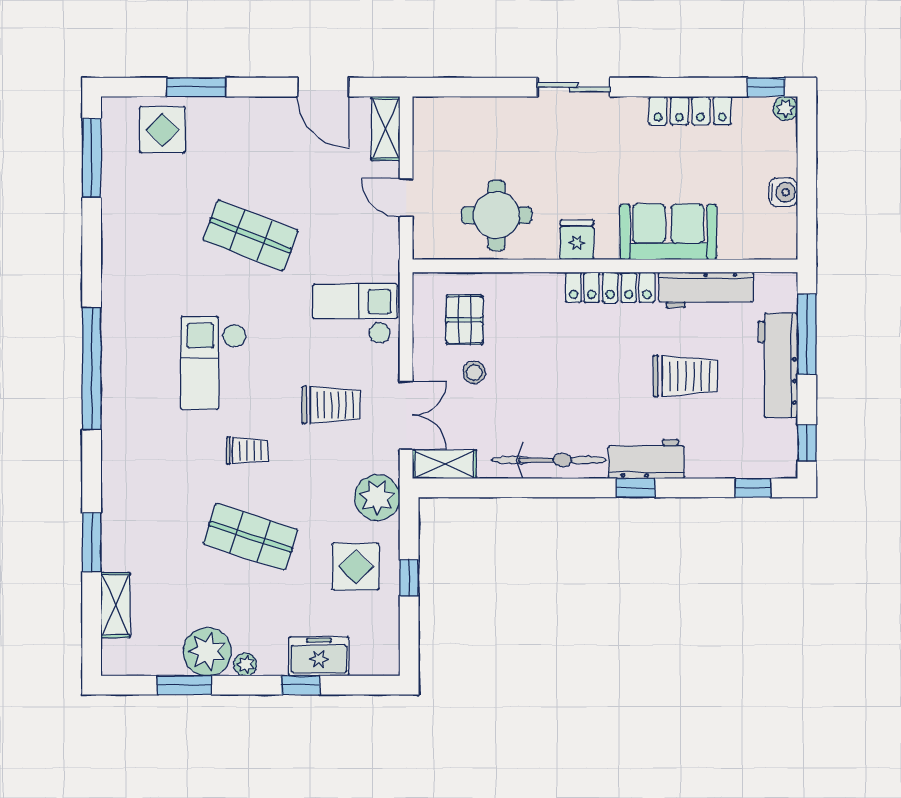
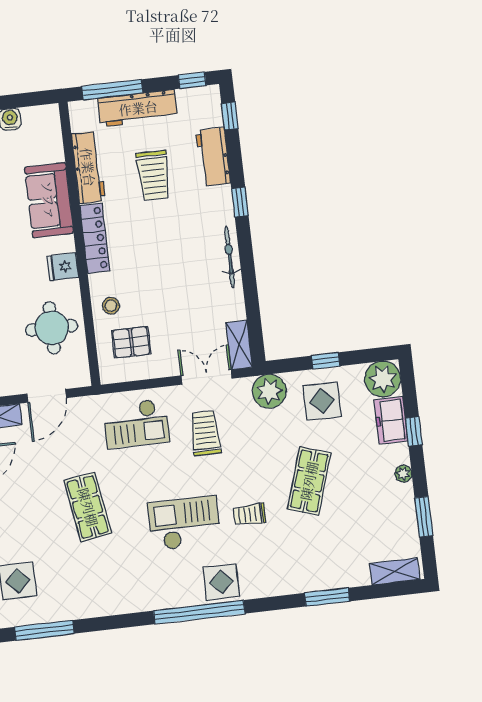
door: (406, 198) -> (47, 396), width x1.38
shop shelf: (250, 235) -> (88, 507), turned -30
checkout: (355, 314) -> (136, 424), turned -90
checkout: (213, 363) -> (184, 523), turned 180
stool: (474, 372) -> (111, 306), moved
trolley: (685, 376) -> (153, 175), turned 180
display table: (129, 403) -> (221, 582), added
trolley: (248, 451) -> (250, 515), moved, turned -90
workbench: (646, 459) -> (213, 157), moved
bicycle: (549, 460) -> (230, 257), width x0.73, depth x0.71
shelving: (116, 605) -> (395, 571), moved
plant: (207, 652) -> (383, 379), moved

